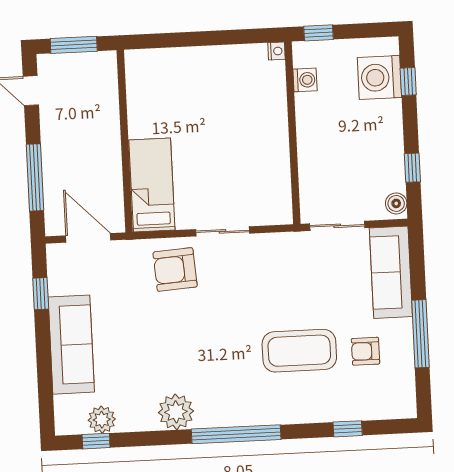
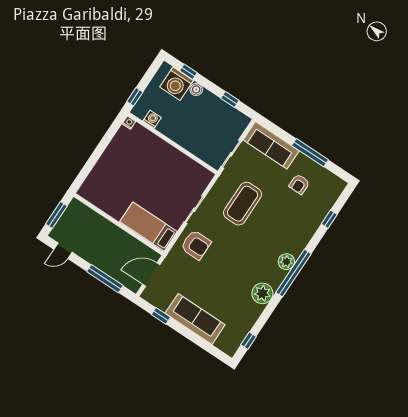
boiler: (396, 203) -> (196, 89), moved
armchair: (175, 269) -> (196, 245), turned -86
coffee table: (299, 351) -> (243, 204), moved
plant: (102, 420) -> (286, 262), moved

